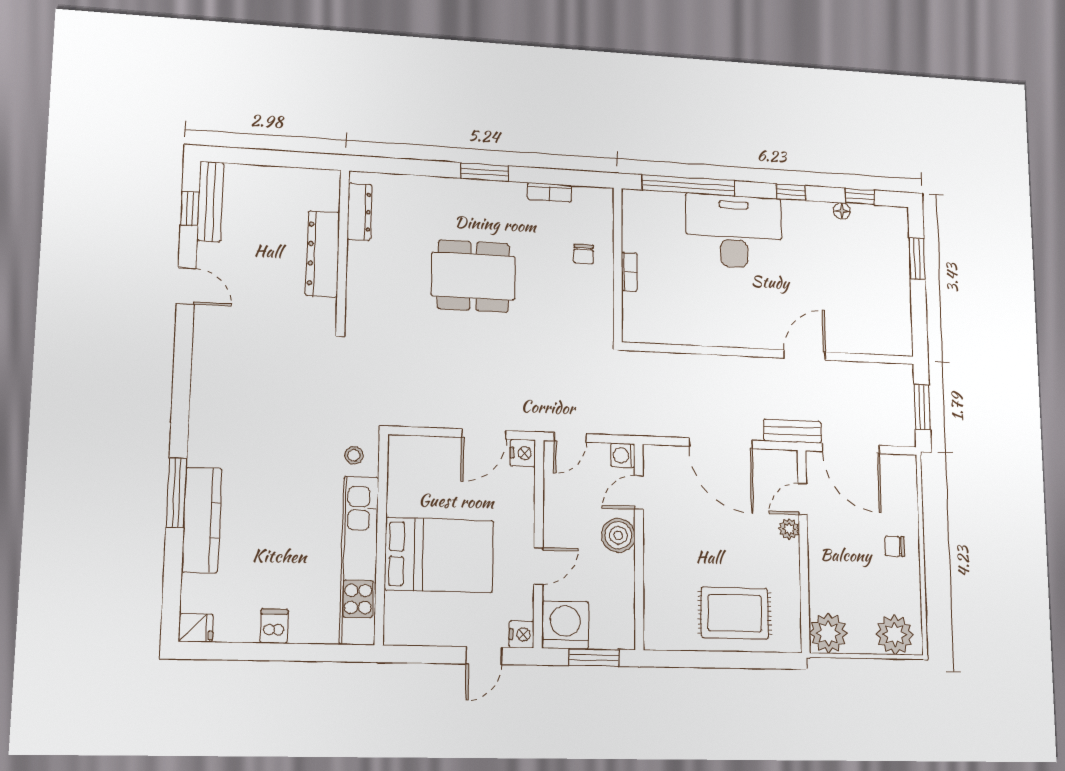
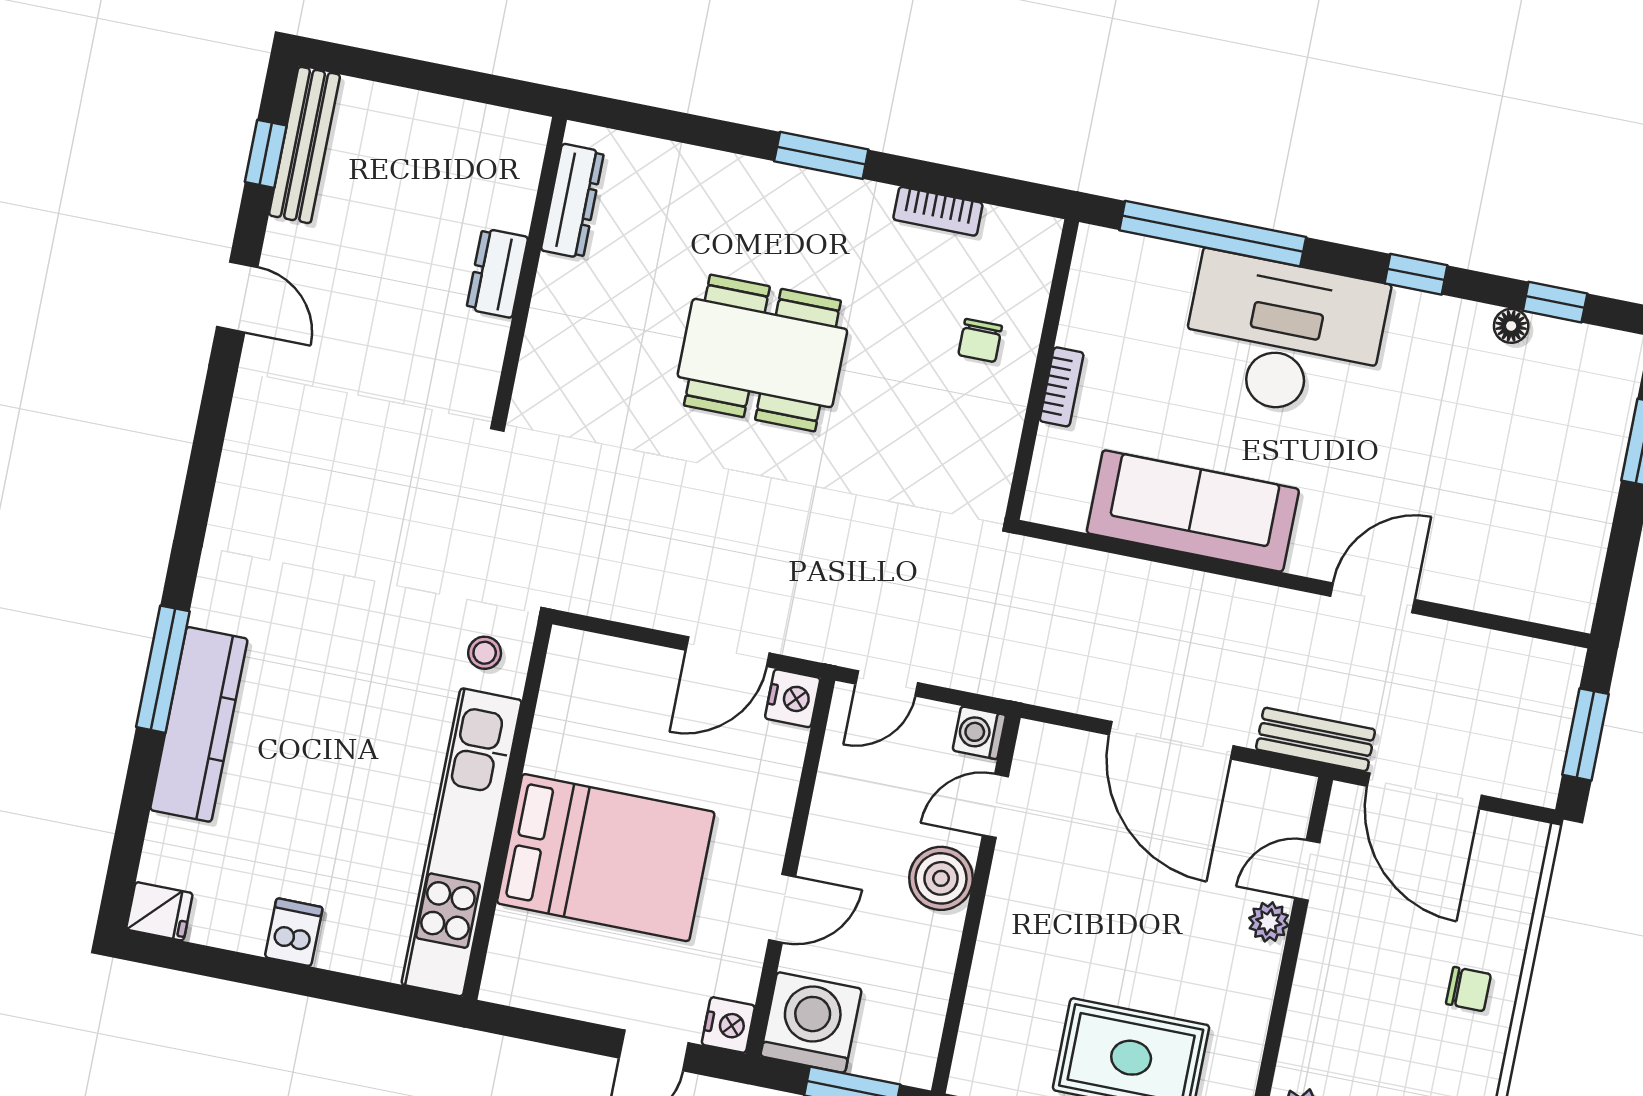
dresser: (323, 254) -> (497, 273), width x0.51, depth x0.80
sofa: (707, 325) -> (1193, 511), added
chair: (895, 546) -> (1468, 989), turned 180

